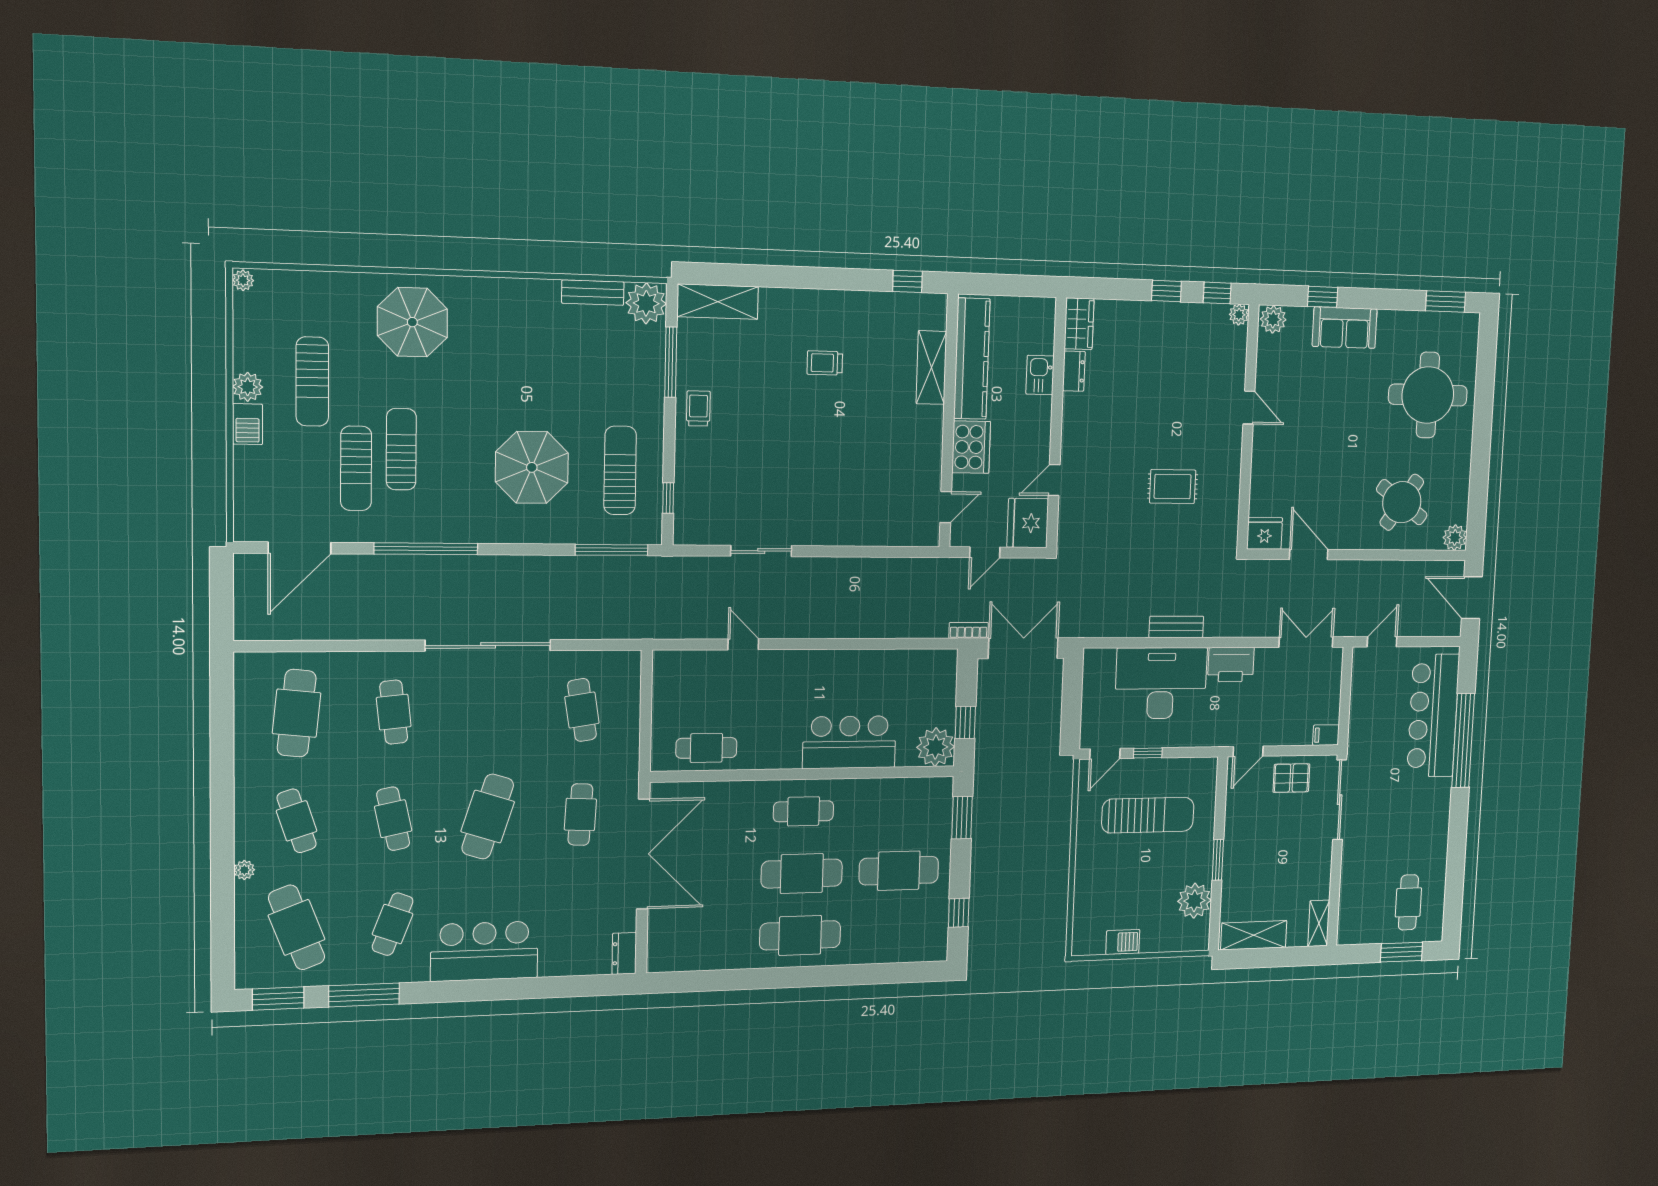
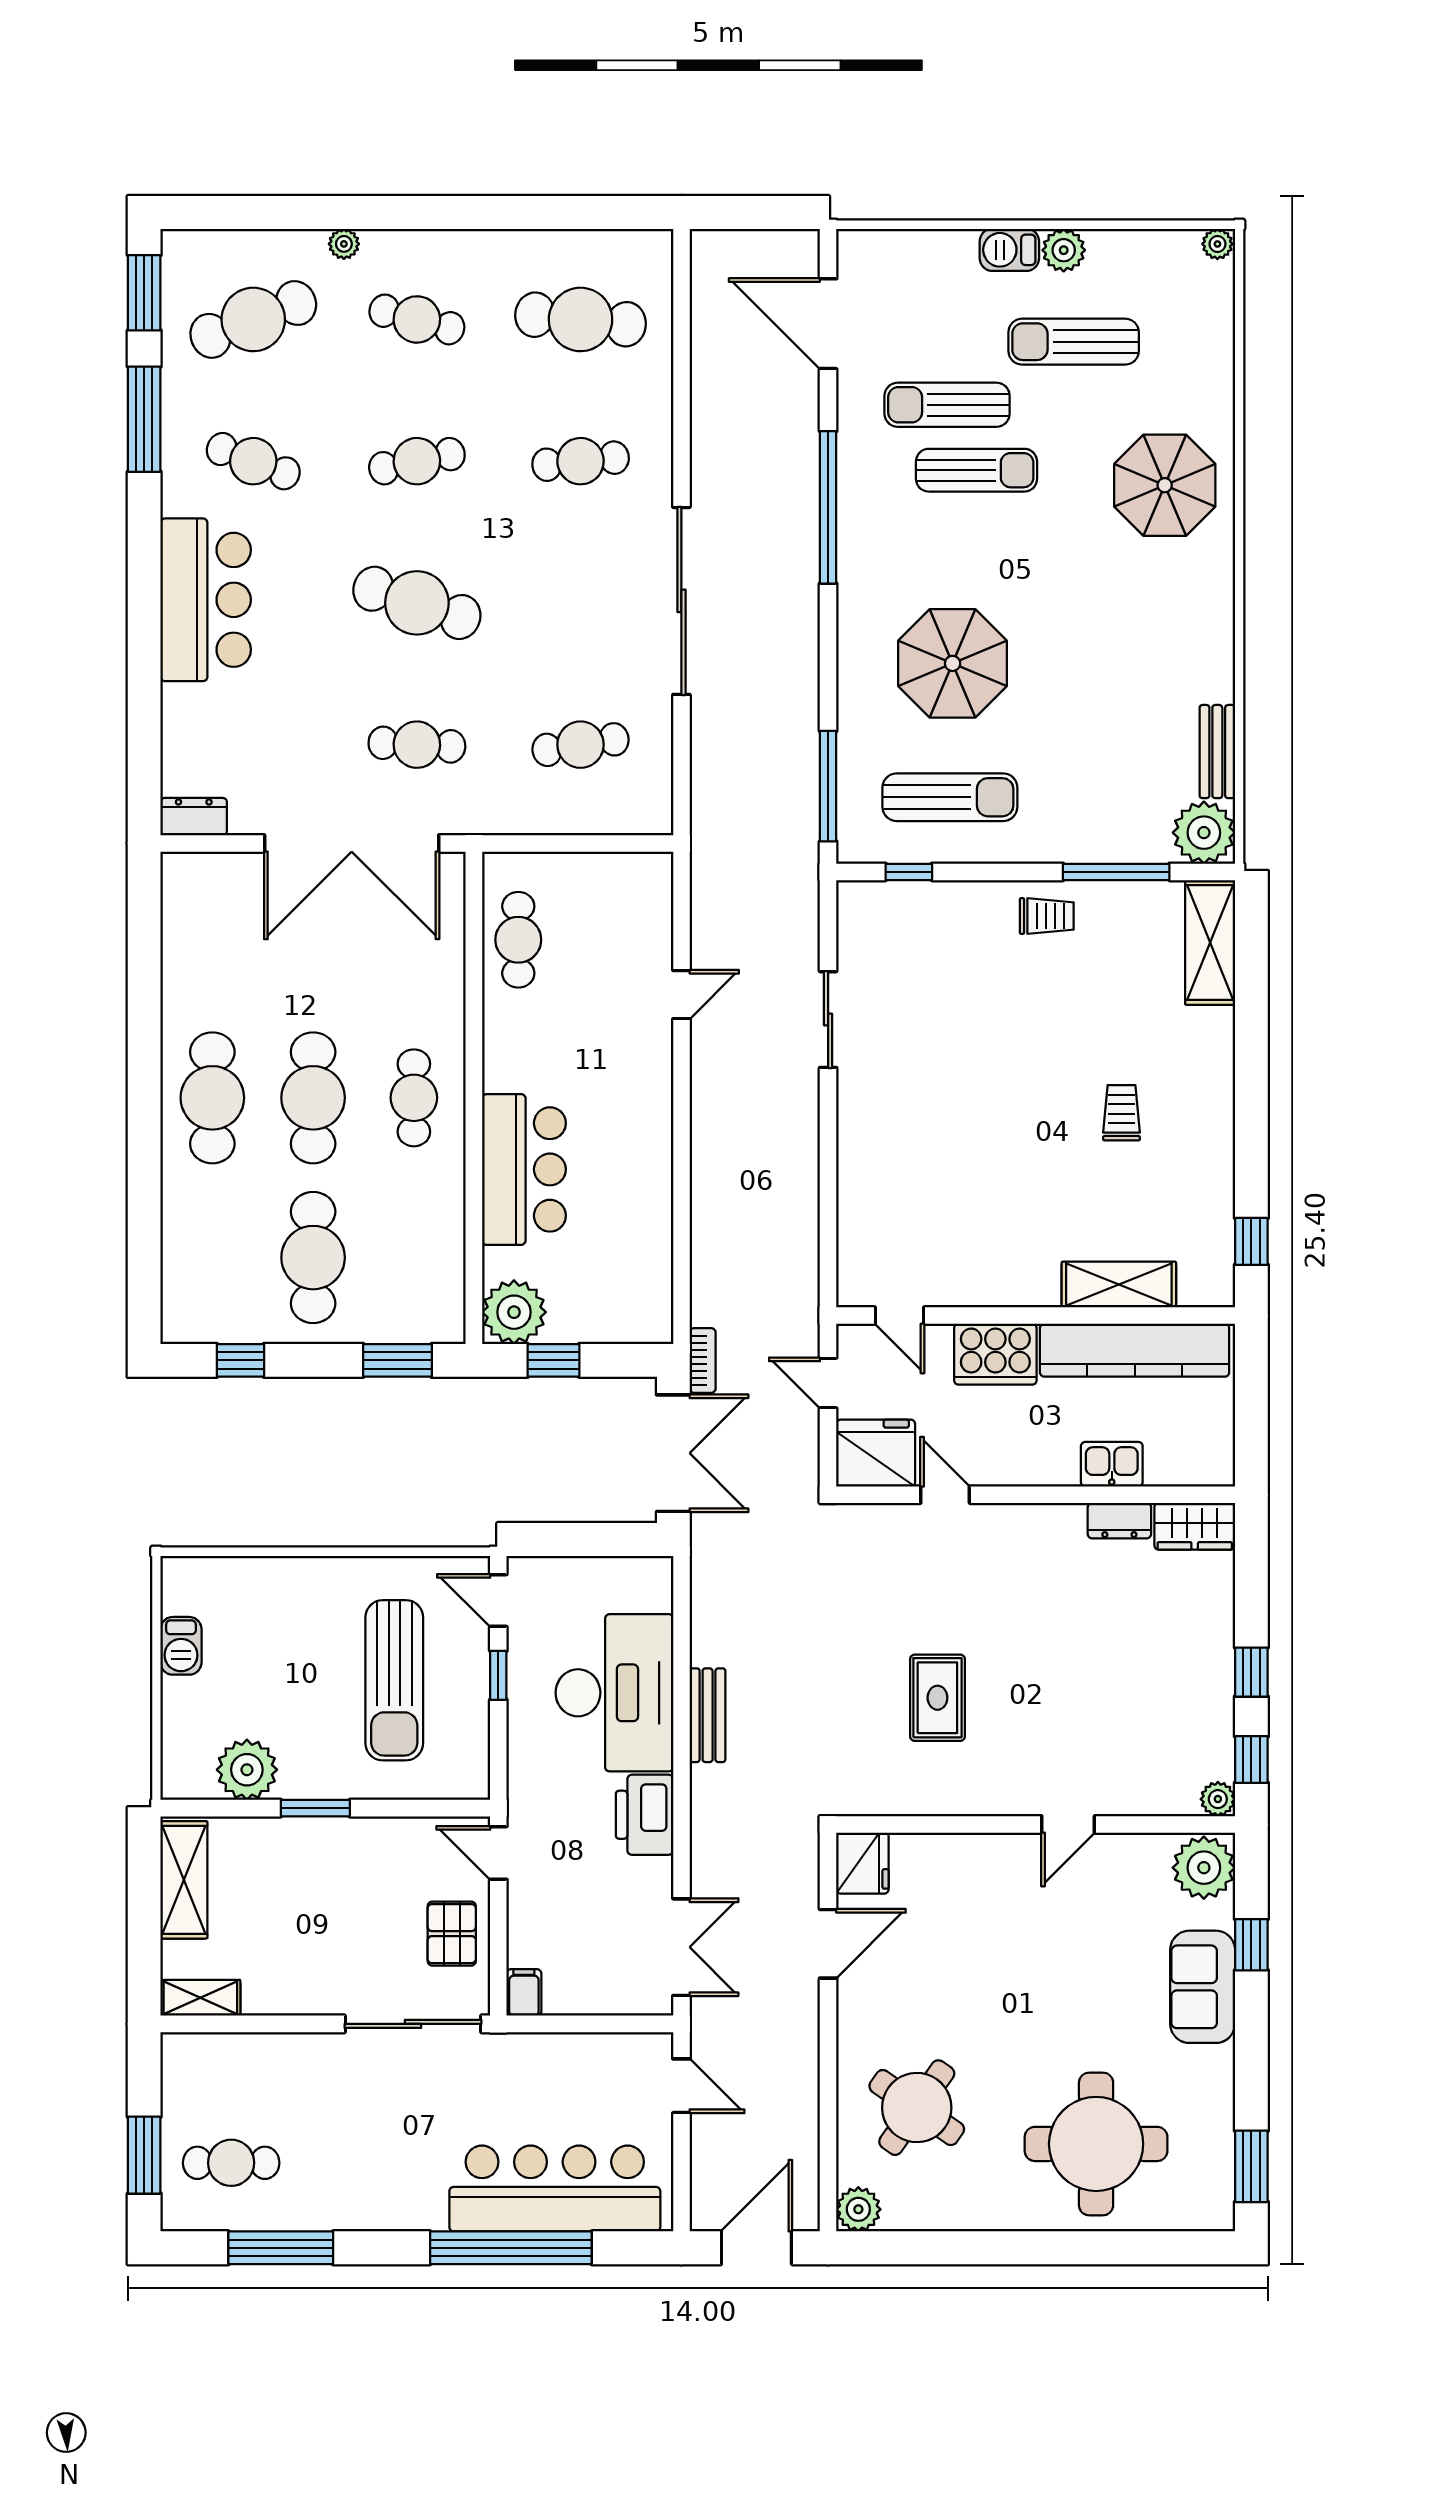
plant: (1273, 319) -> (1204, 1868), width x1.36, depth x1.36
cafe table: (297, 821) -> (417, 319), turned 33
window: (1455, 873) -> (281, 2248), added

